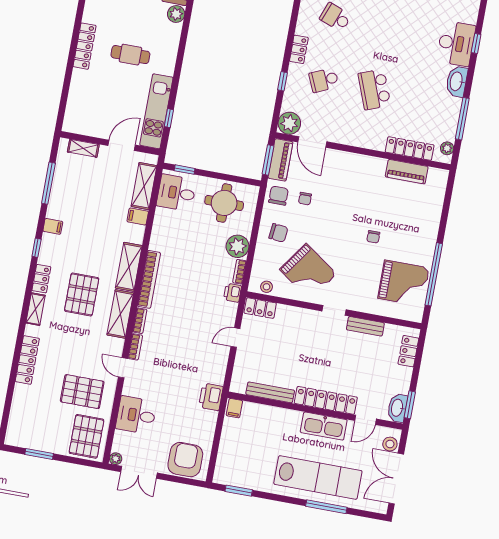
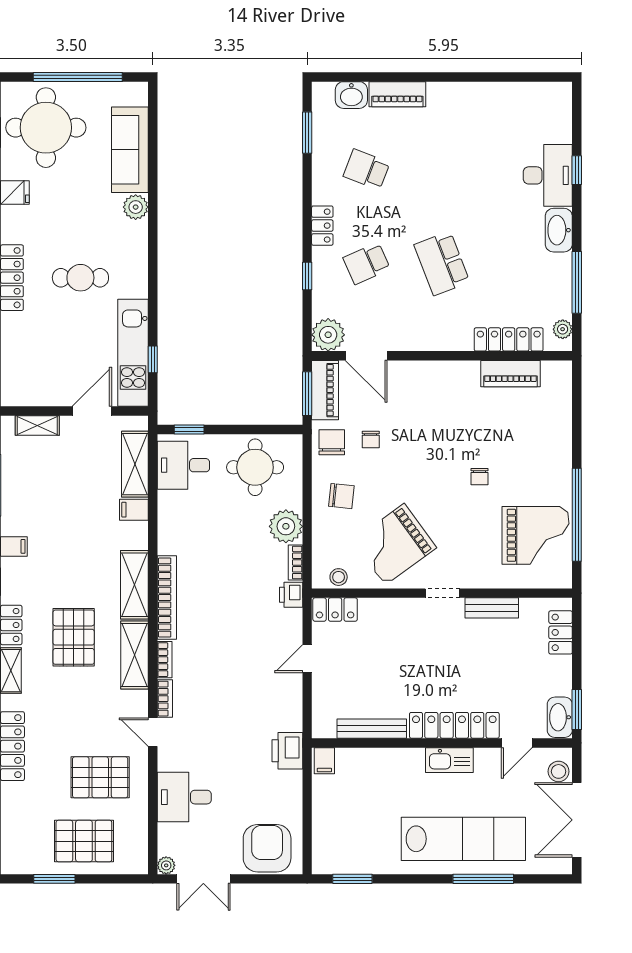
grand piano: (308, 272) -> (395, 544), turned 109
kitchen sink: (324, 426) -> (449, 760), width x0.73, depth x0.81
pallet: (87, 436) -> (84, 841), moved, turned 90

